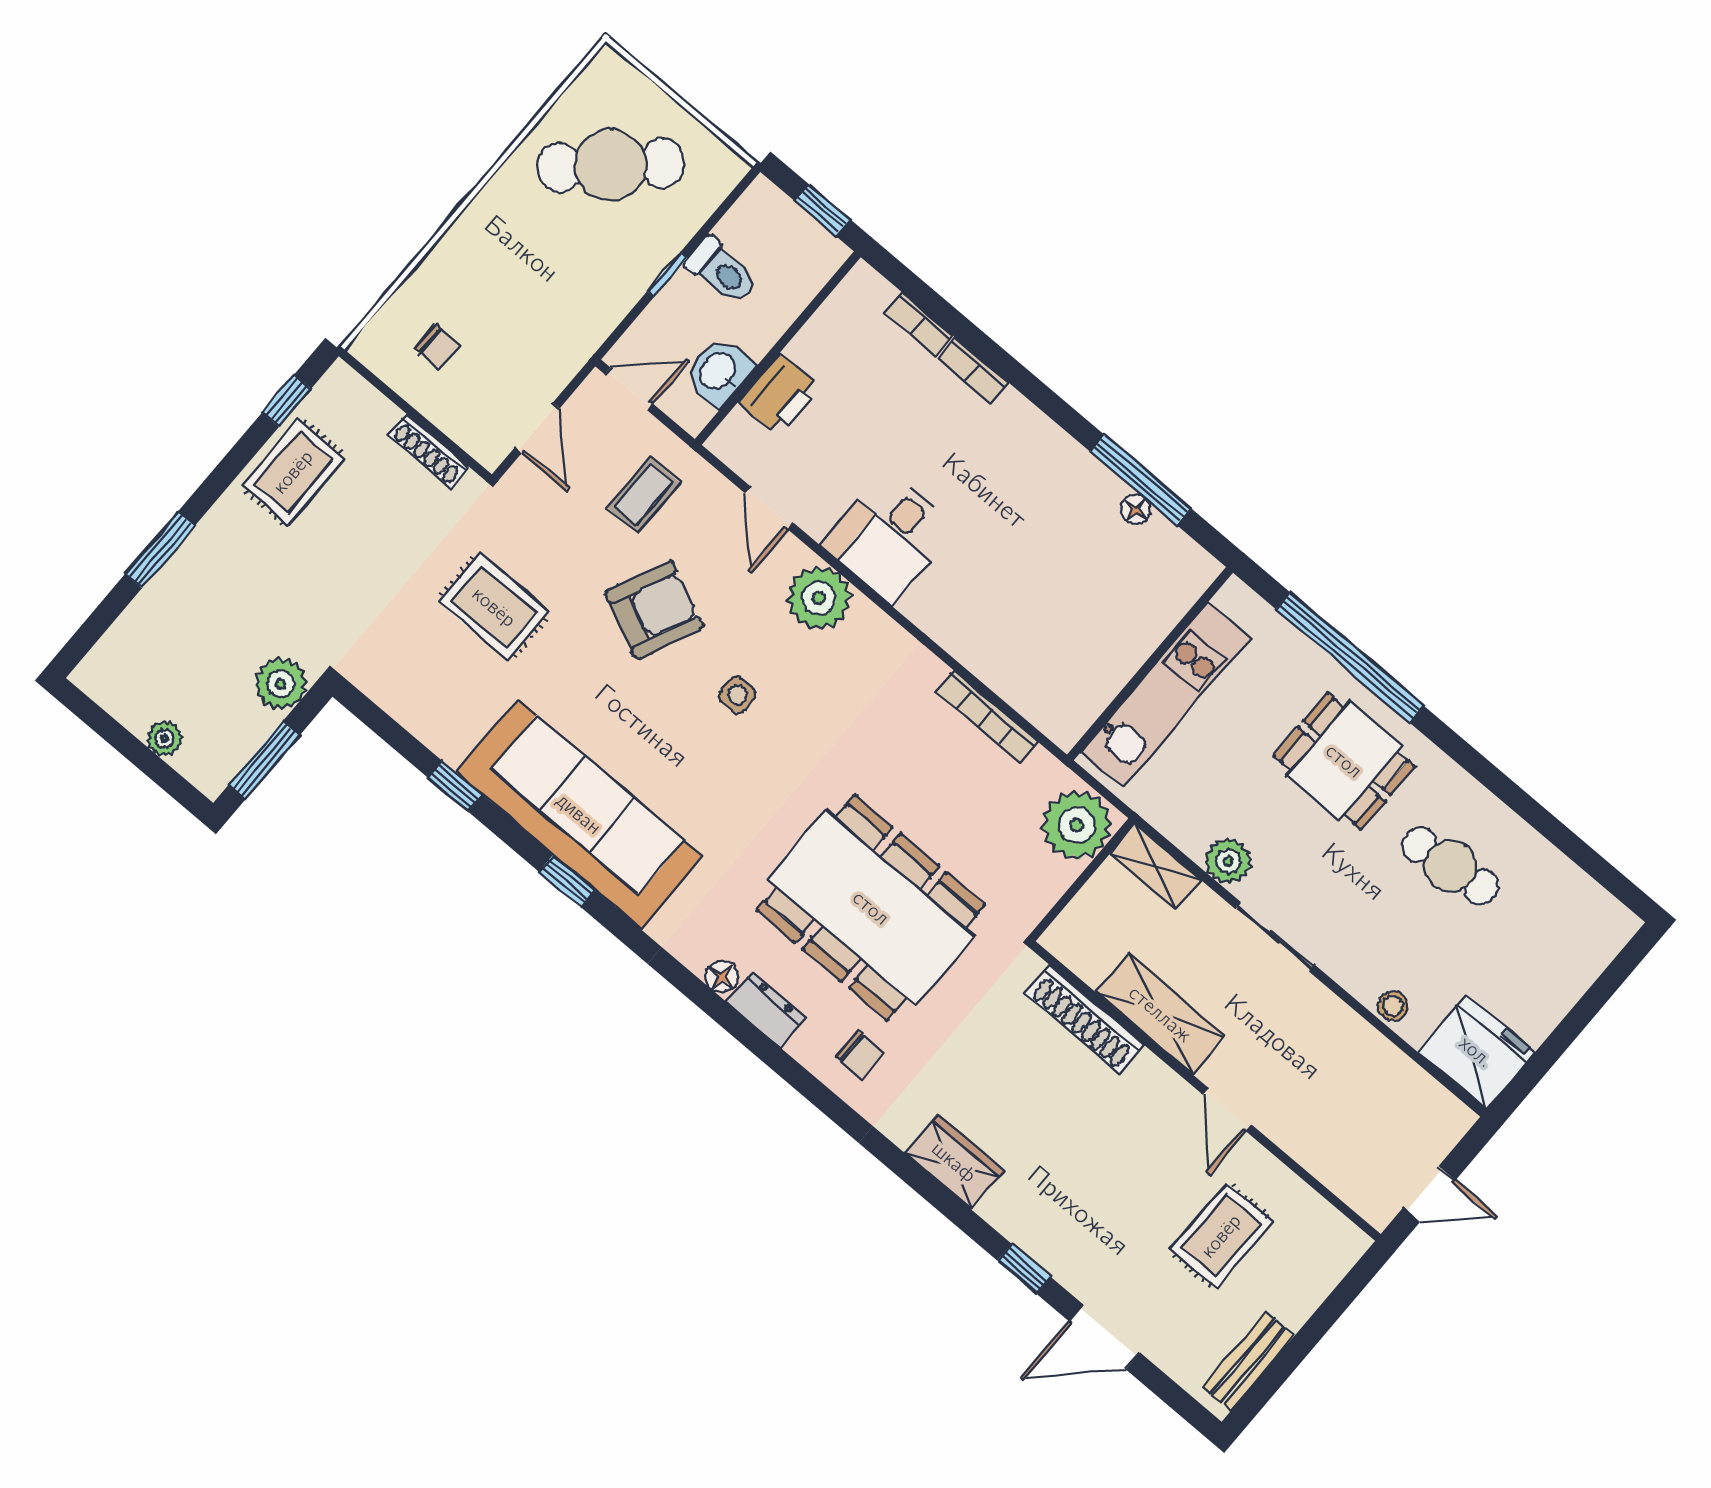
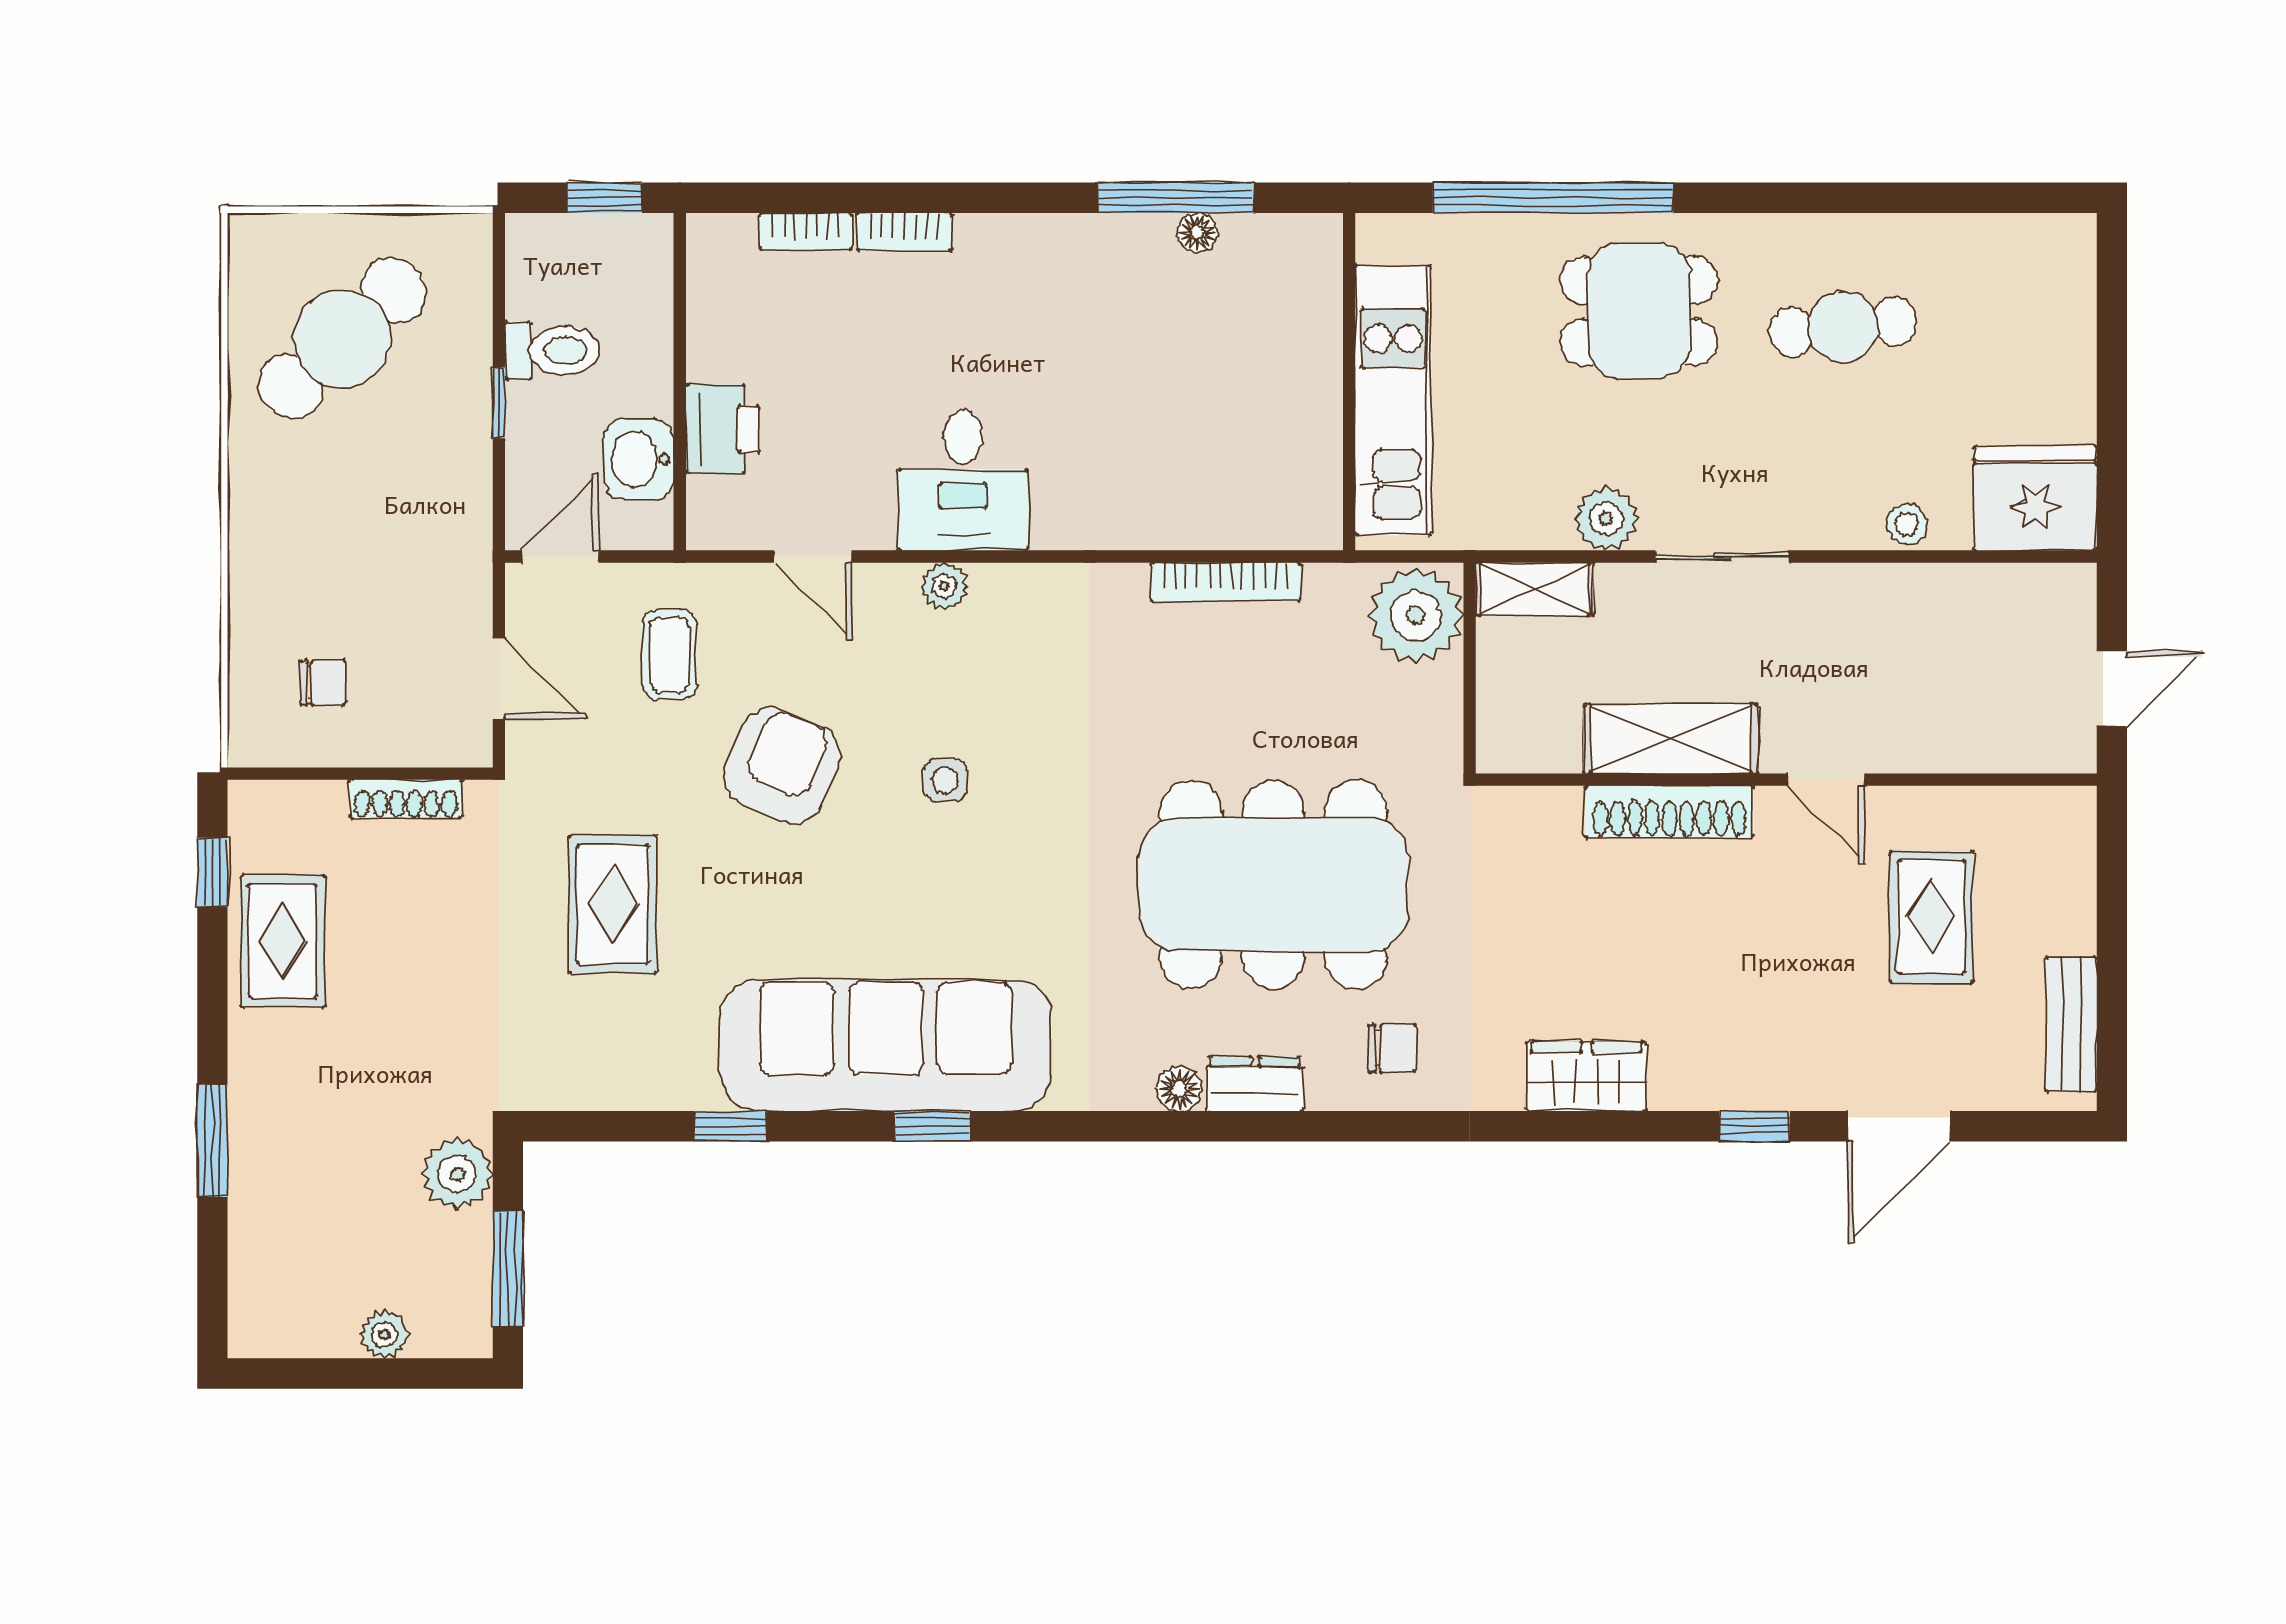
plant: (819, 598) -> (944, 586), width x0.53, depth x0.53
rug: (494, 607) -> (613, 904), turned 90
shoe rack: (1084, 1019) -> (1669, 812), moved

